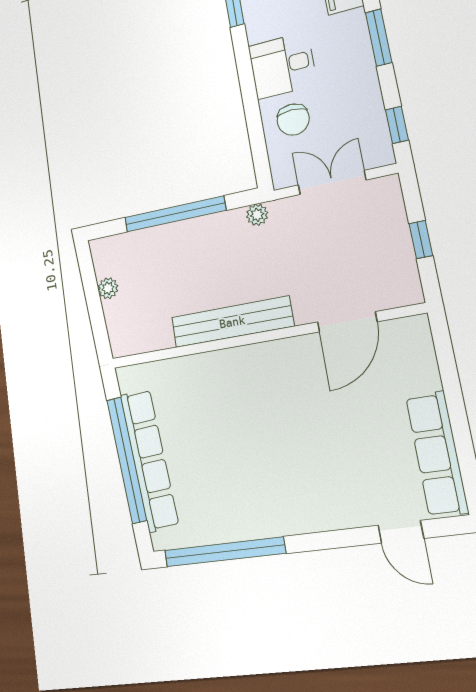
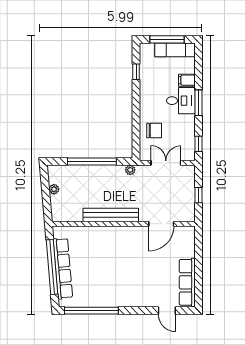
desk: (282, 65) -> (181, 101), moved, turned 180
chair: (293, 120) -> (154, 130), turned -90

